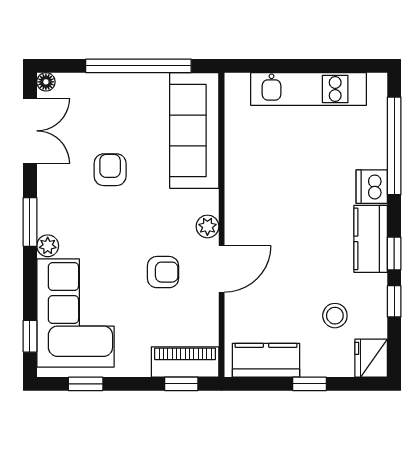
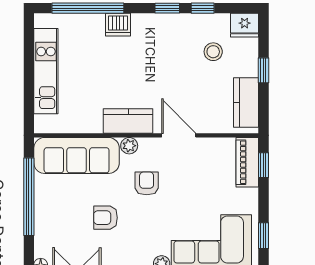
plant: (207, 226) -> (129, 146), moved
kitchen counter: (371, 239) -> (128, 121), moved, turned 180
armchair: (163, 272) -> (147, 183), moved

